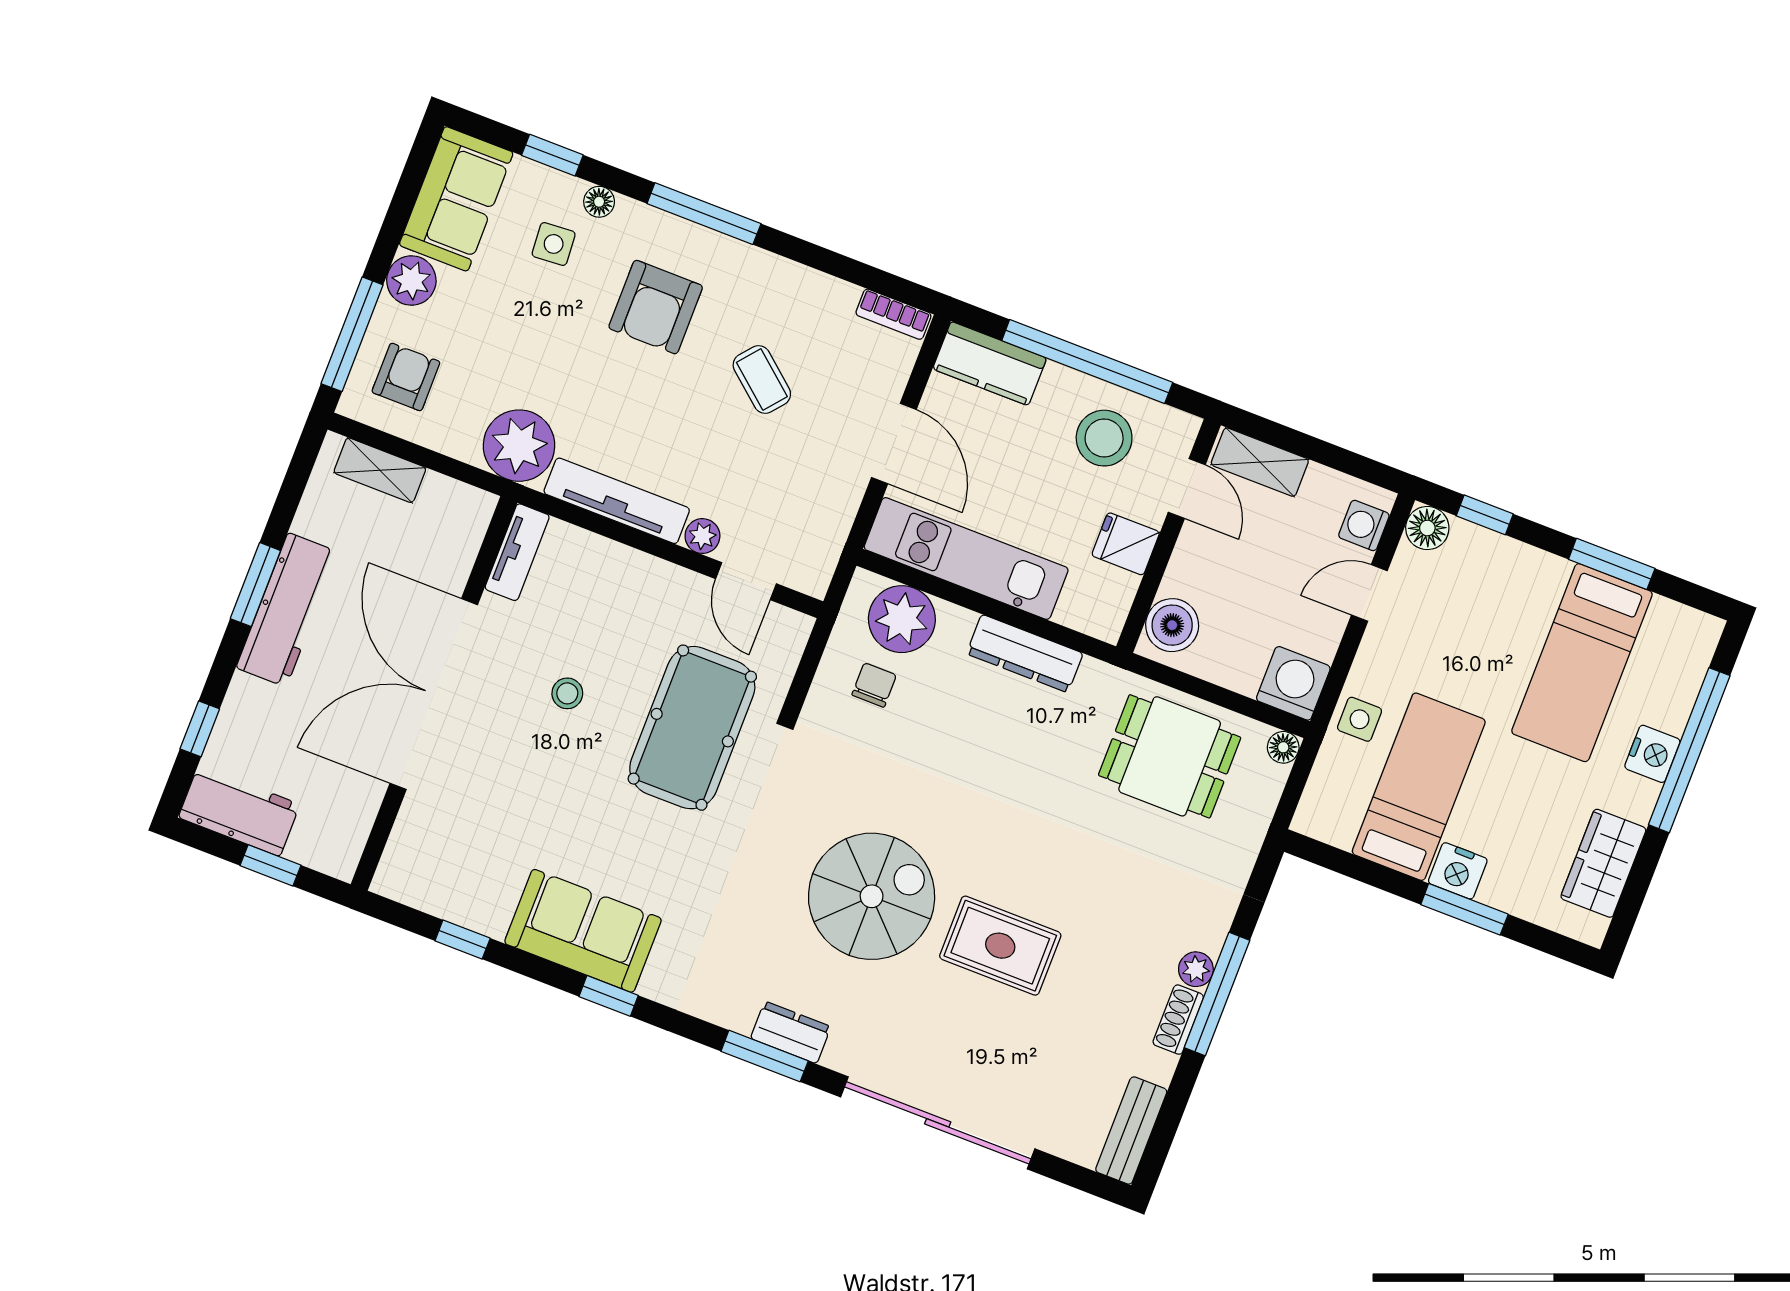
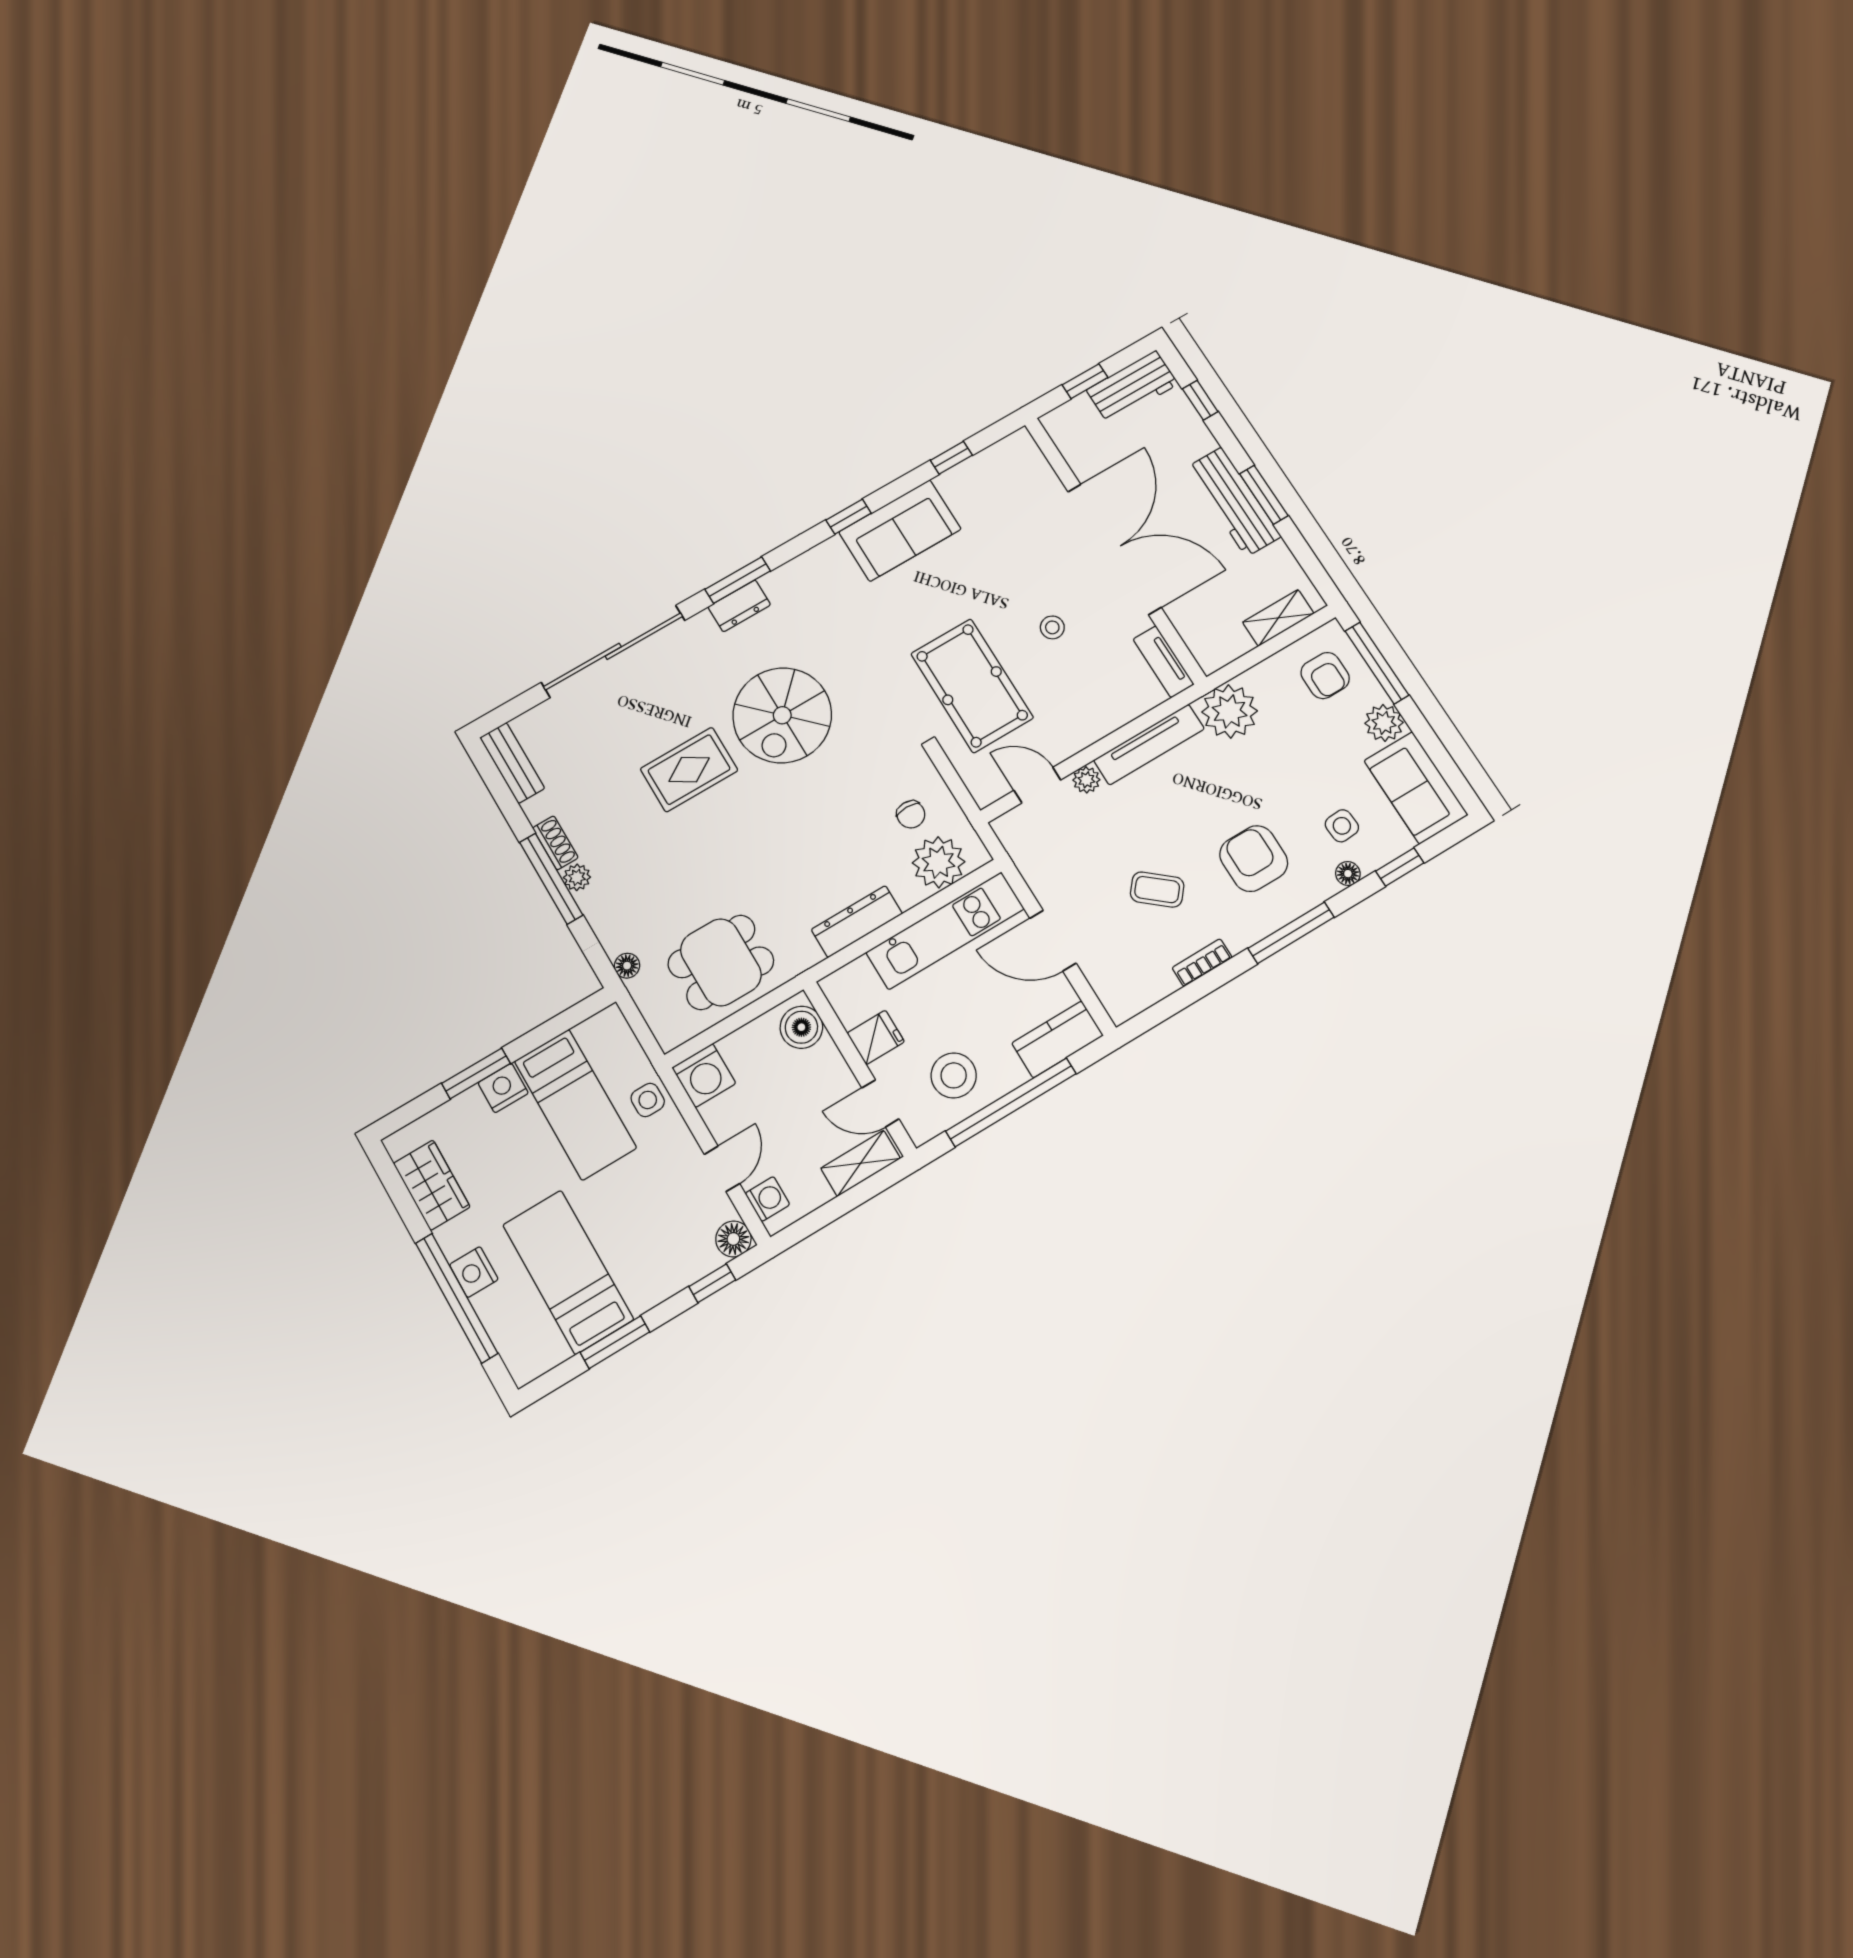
bookcase: (893, 314) -> (1202, 963), moved
floor lamp: (1283, 747) -> (627, 966), moved

